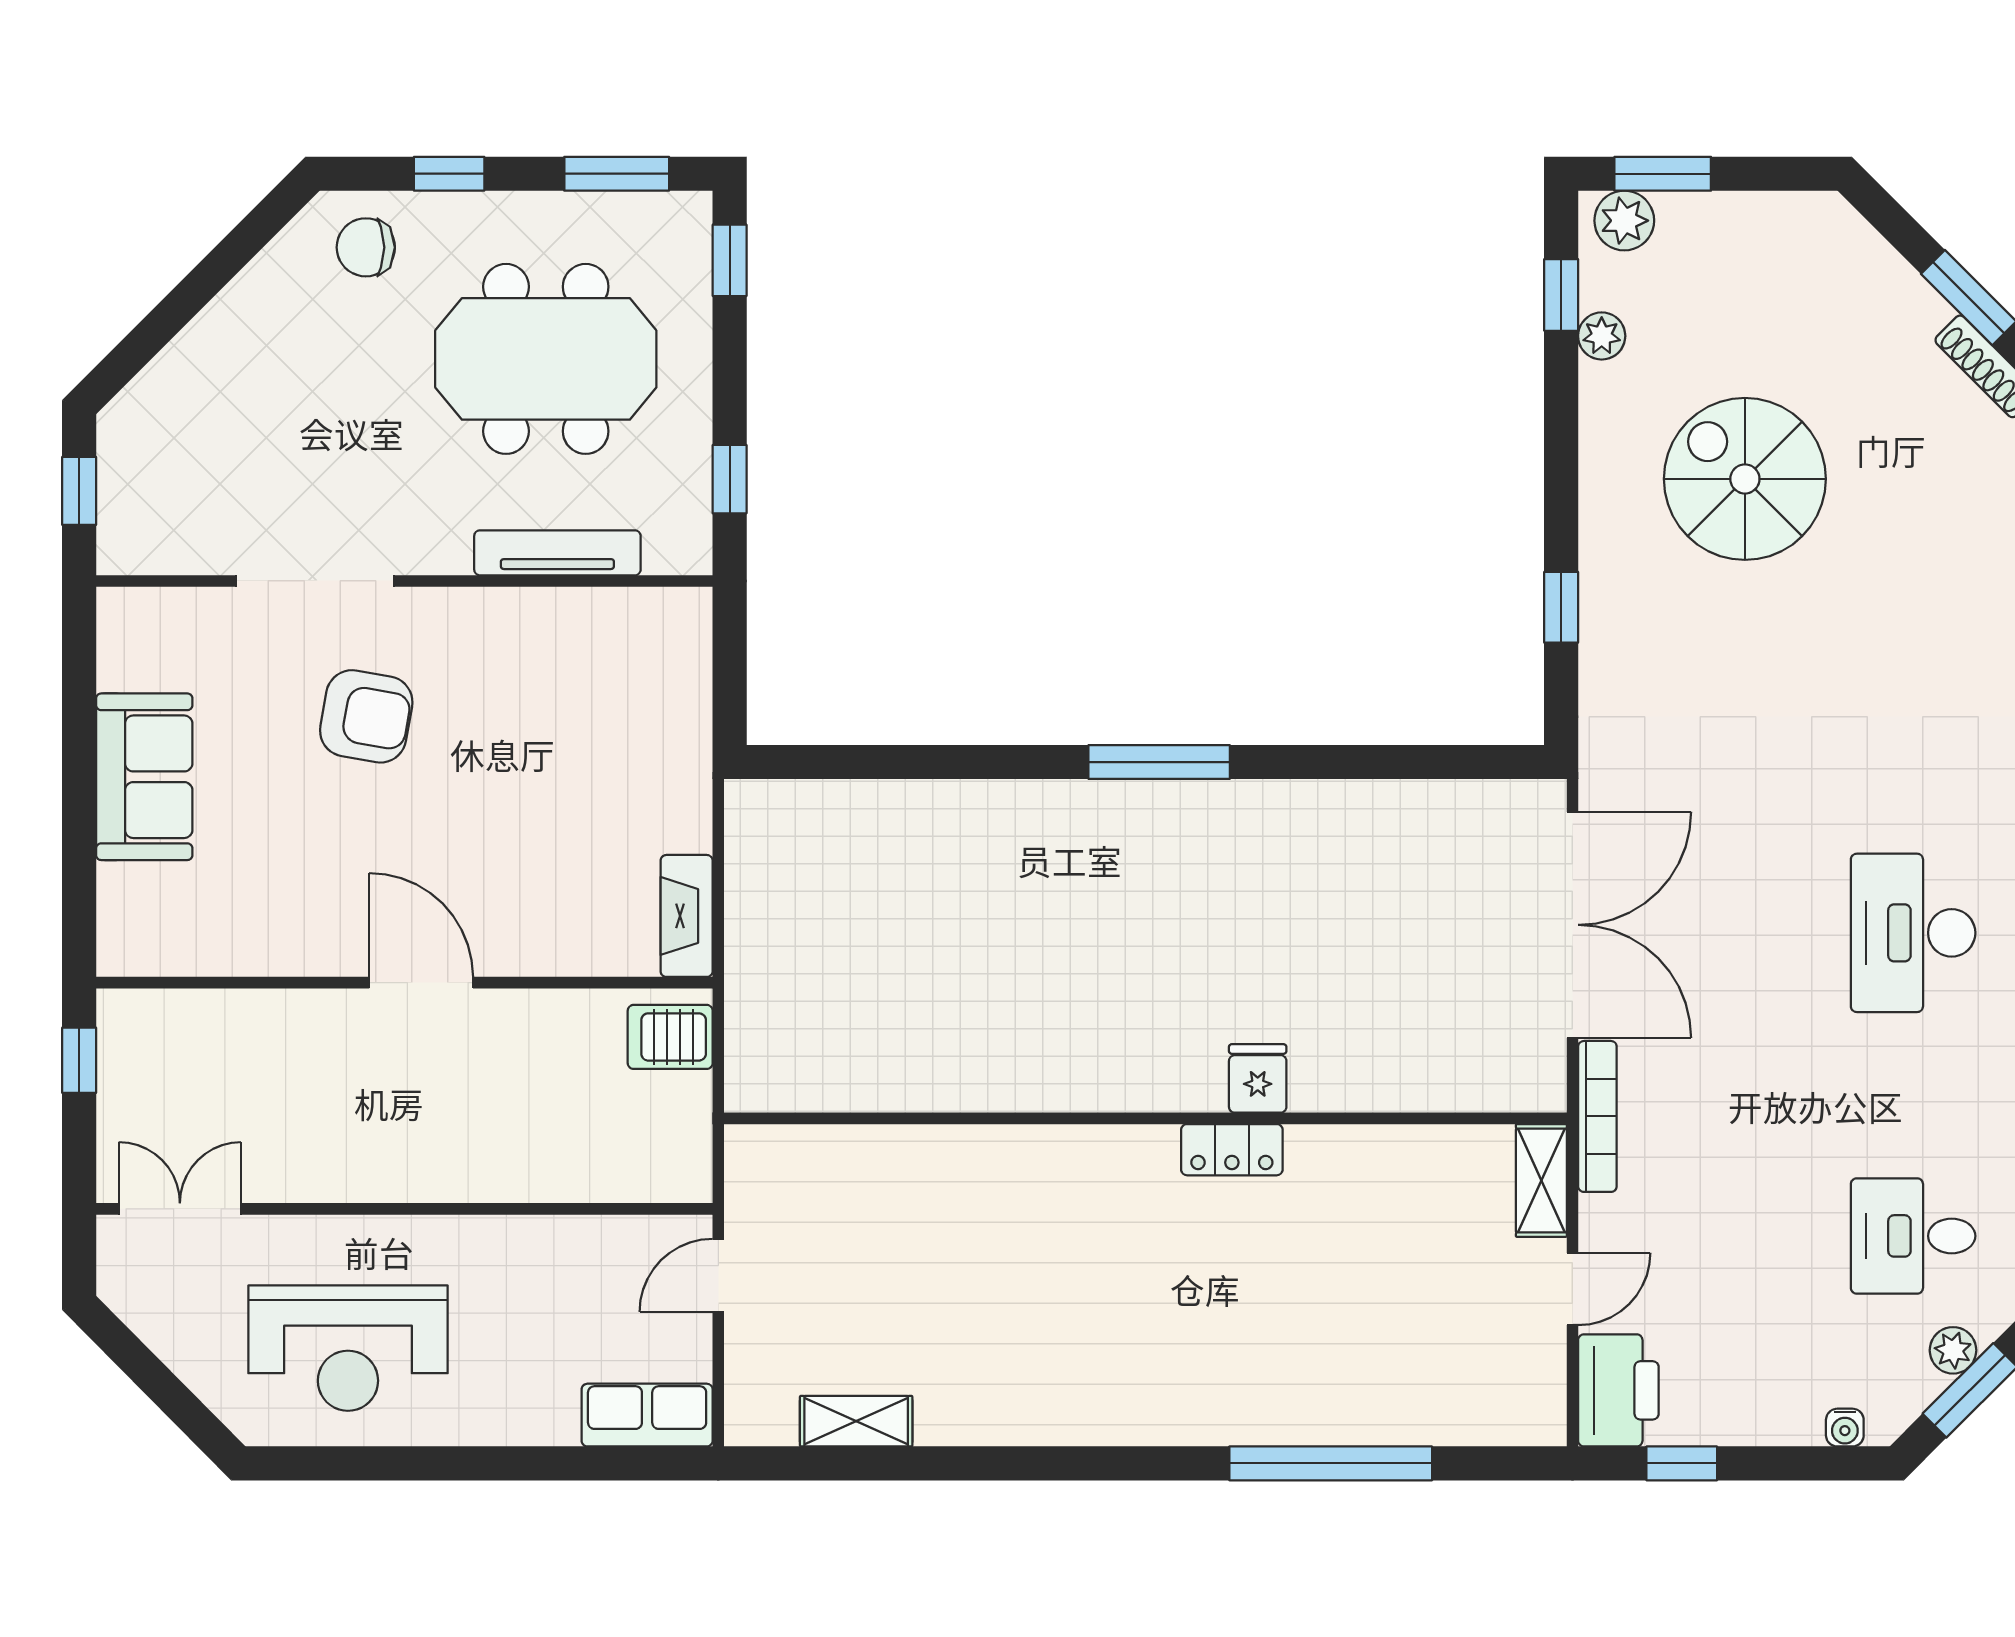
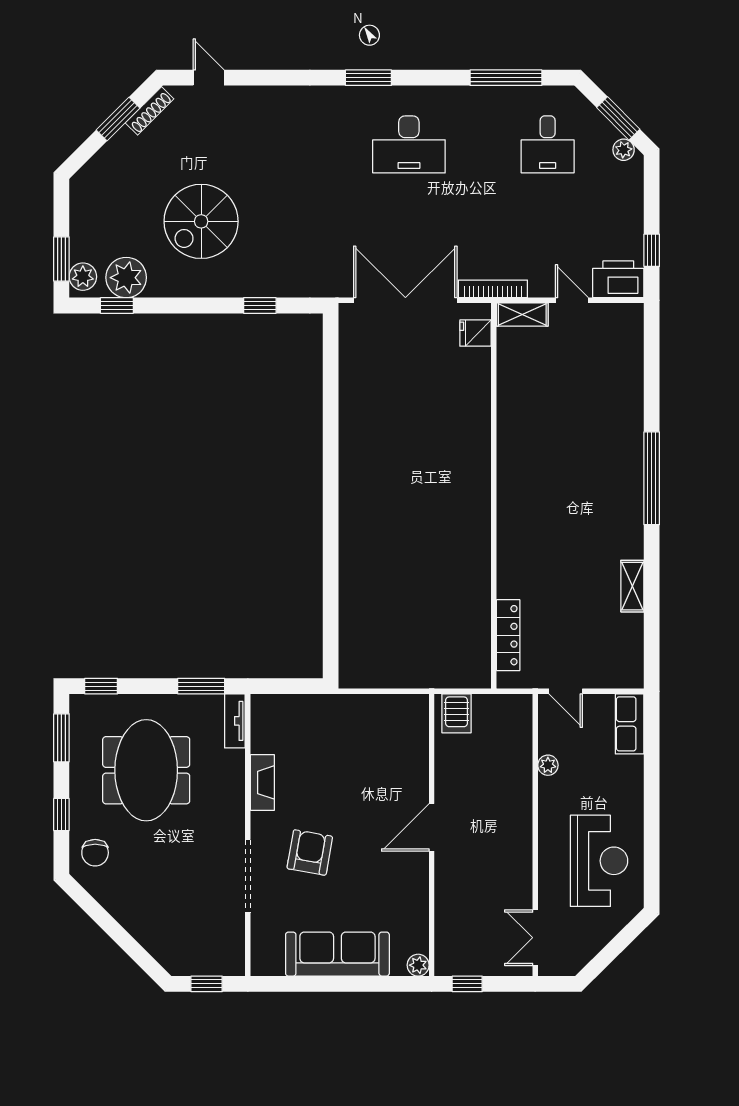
plant: (1602, 336) -> (126, 278), width x1.88, depth x1.88
window: (730, 479) -> (201, 686), width x1.50
tv unit: (557, 553) -> (235, 721), moved, width x0.71
window: (1159, 762) -> (331, 490), removed
sofa: (144, 777) -> (337, 954), width x1.36
fireplace: (687, 916) -> (262, 782), moved, turned -90
plant: (120, 953) -> (418, 965), added
fridge: (1258, 1078) -> (476, 333), moved
locker: (1232, 1150) -> (508, 635), moved, width x1.53
plant: (557, 1237) -> (548, 765), added
plant: (1953, 1350) -> (624, 150), moved
shelving: (856, 1421) -> (632, 586), moved
water cooler: (1845, 1428) -> (635, 176), removed
window: (1331, 1463) -> (652, 478), moved

